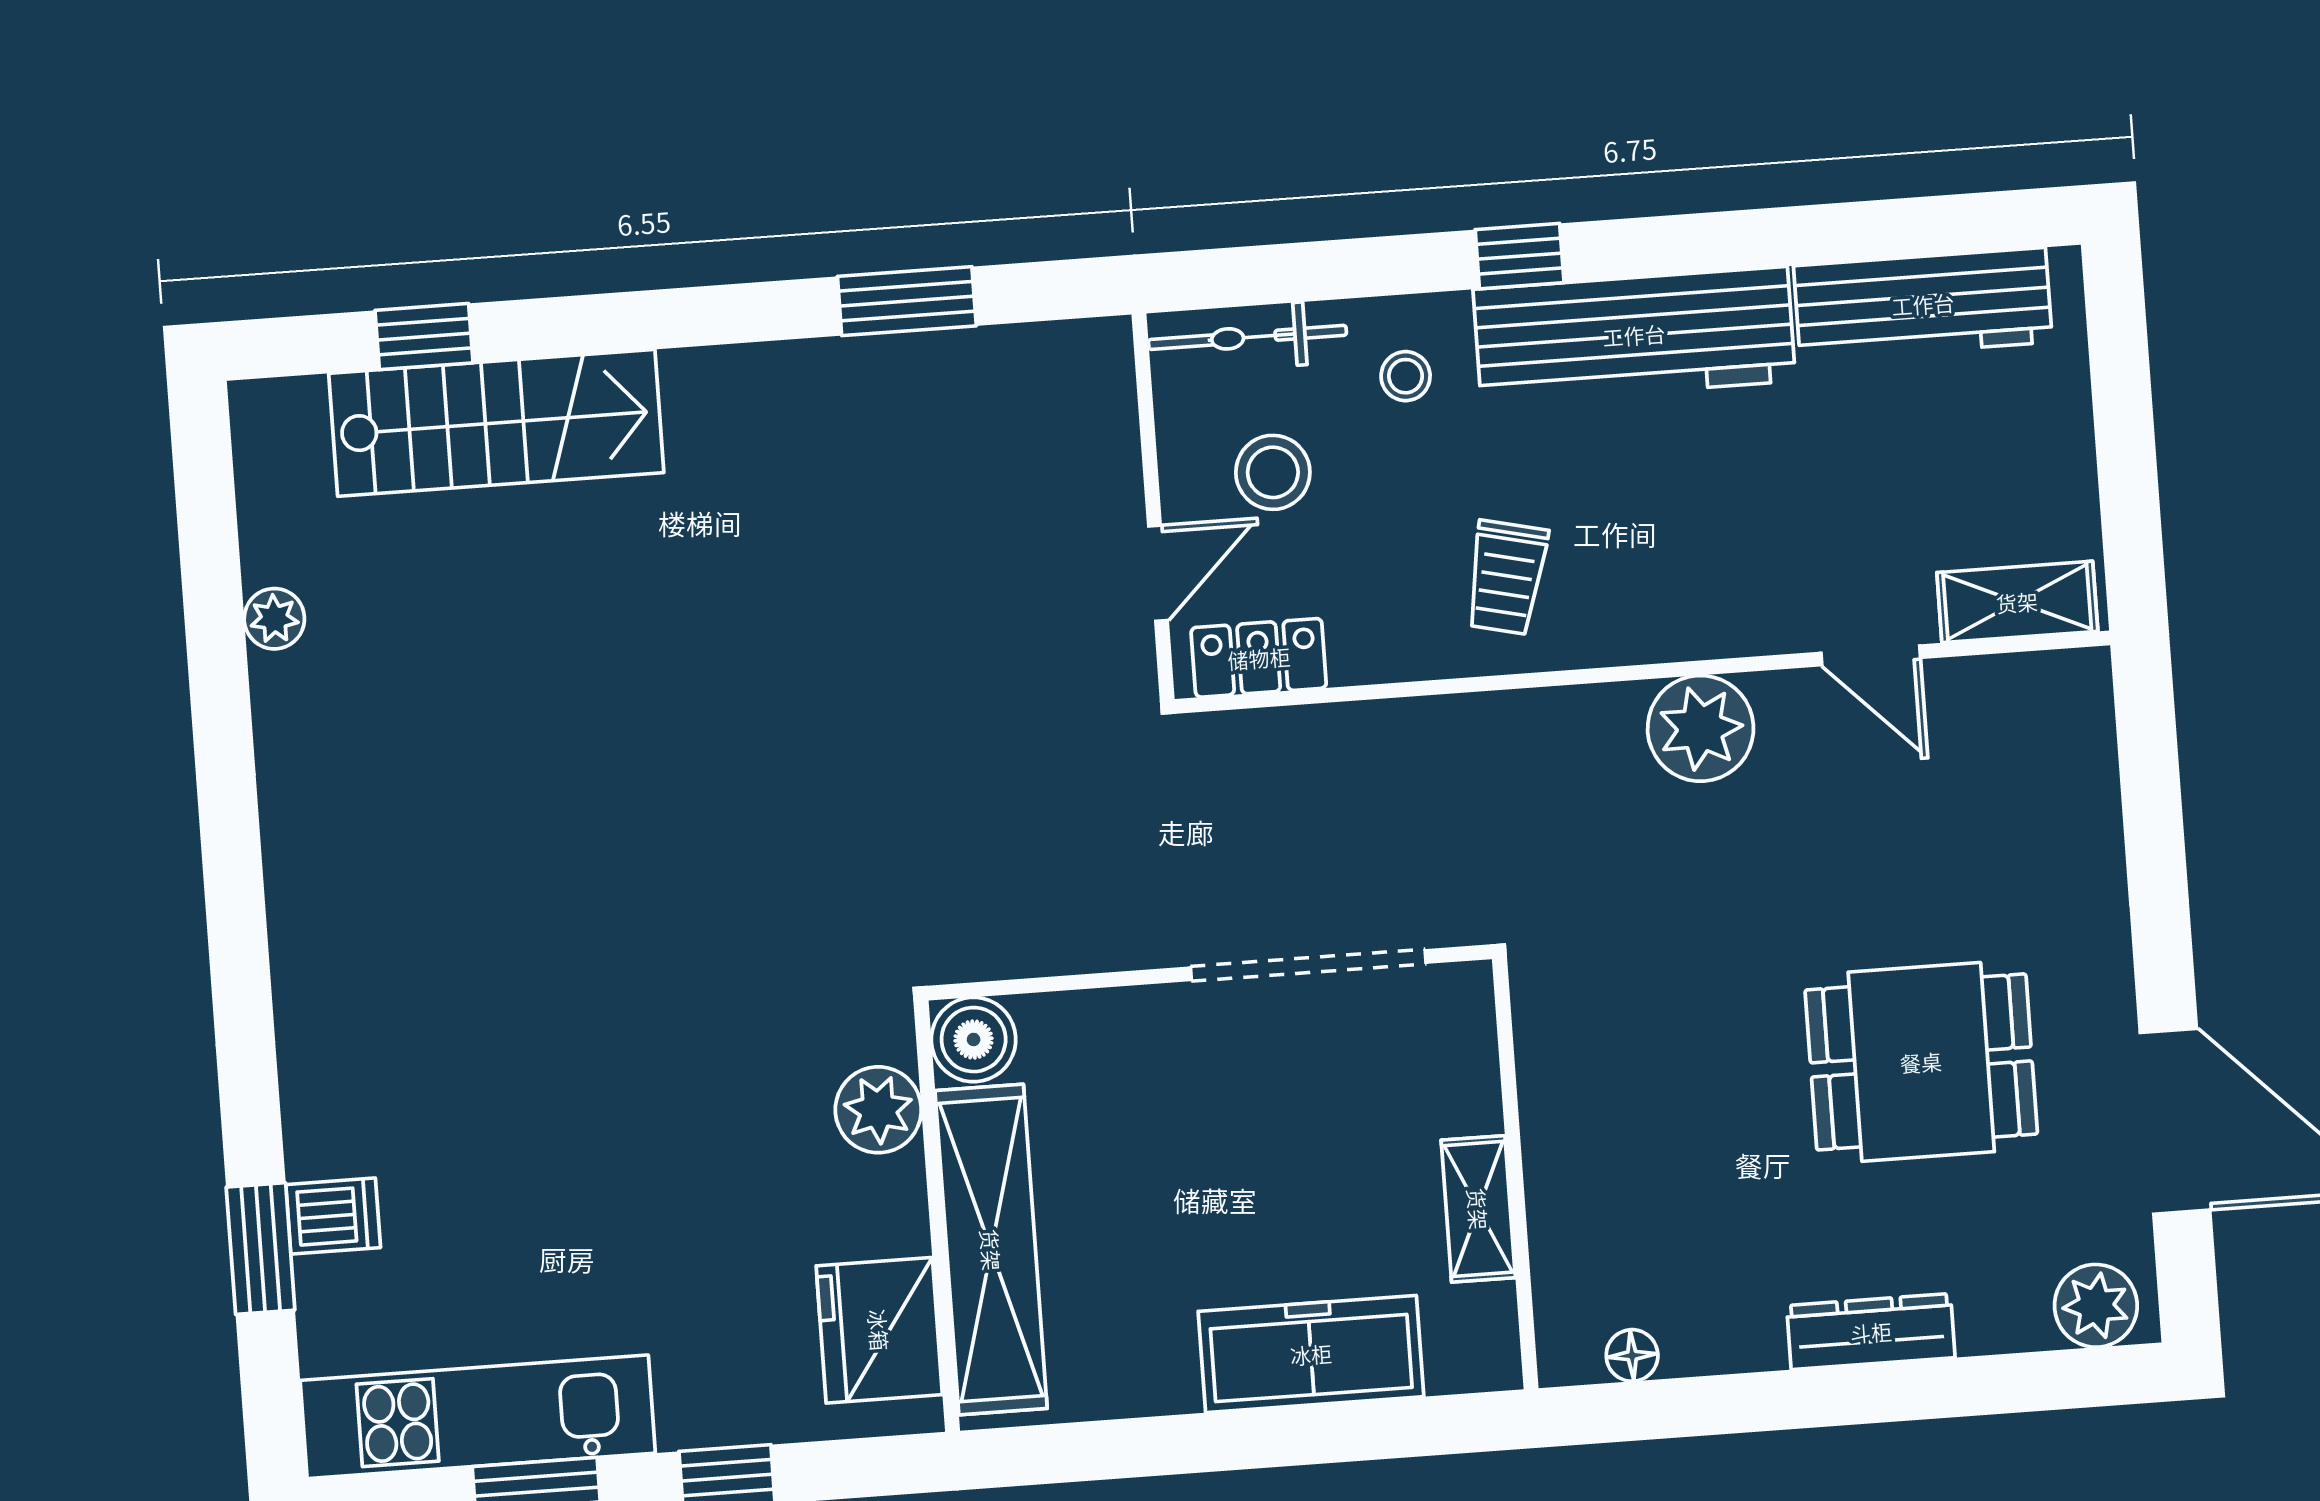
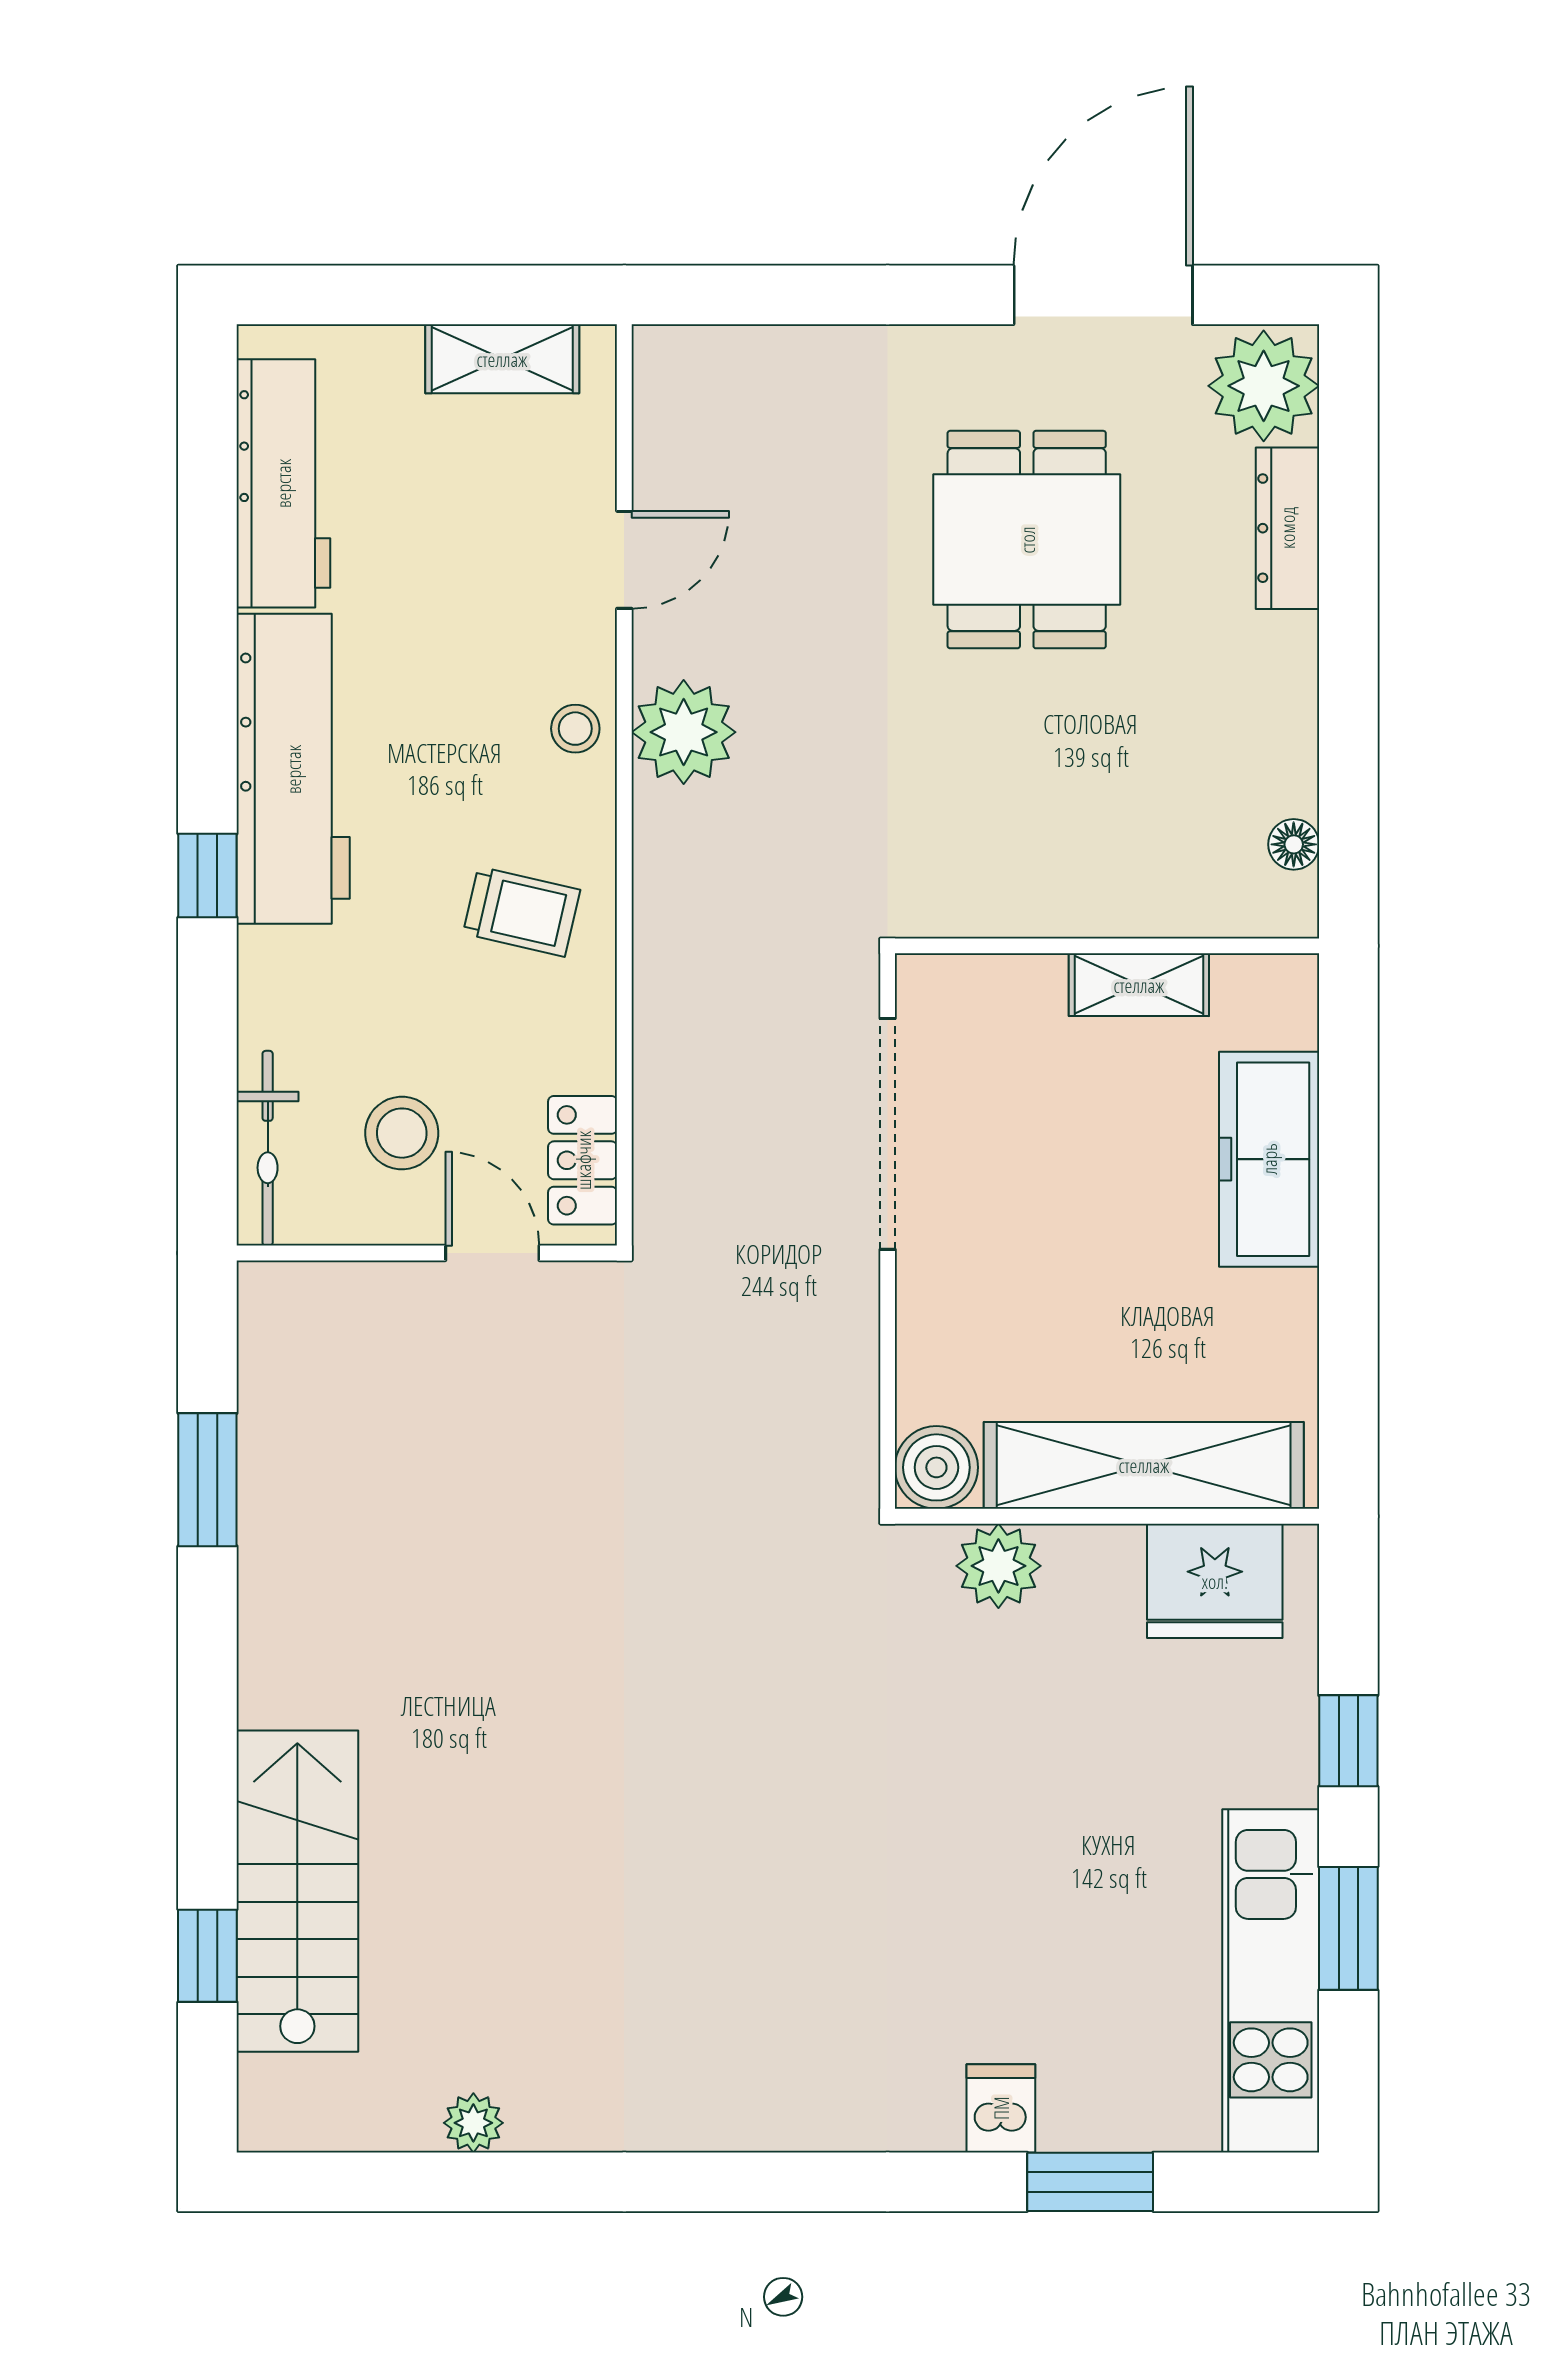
stool: (1406, 376) -> (575, 729), moved
shelving: (2017, 602) -> (502, 359), moved, turned 90
dishwasher: (333, 1216) -> (1001, 2108), moved
plant: (2096, 1306) -> (1264, 386), width x1.36, depth x1.36
dresser: (1871, 1332) -> (1287, 528), moved

